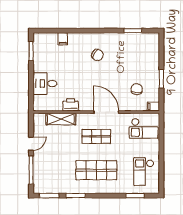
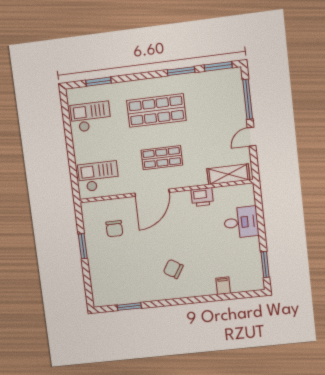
filing cabinet: (153, 106) -> (89, 208), removed
door: (106, 112) -> (152, 193), hinge flipped
shelving: (61, 119) -> (228, 174), moved
checkout: (144, 172) -> (91, 117), turned -90

